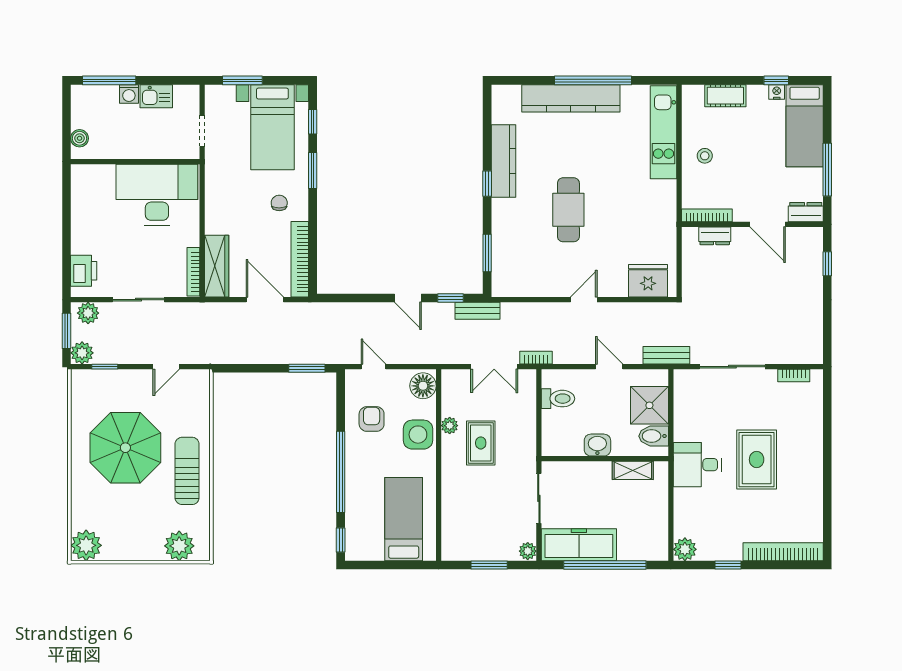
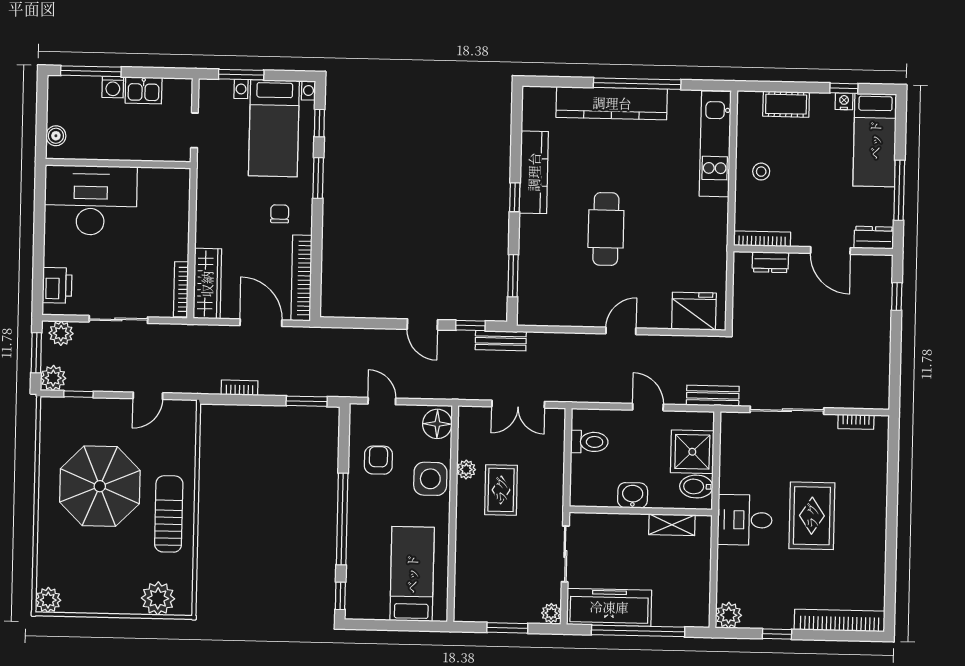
desk: (157, 195) -> (91, 200), moved
bookcase: (536, 358) -> (240, 388), moved
plant: (86, 545) -> (48, 600), width x0.73, depth x0.73

